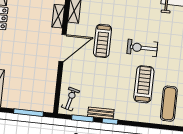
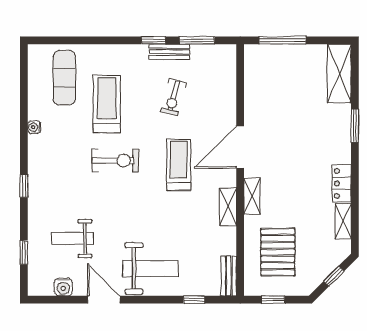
treadmill: (144, 84) -> (107, 104), turned 180
exercise bike: (70, 99) -> (173, 97), moved

